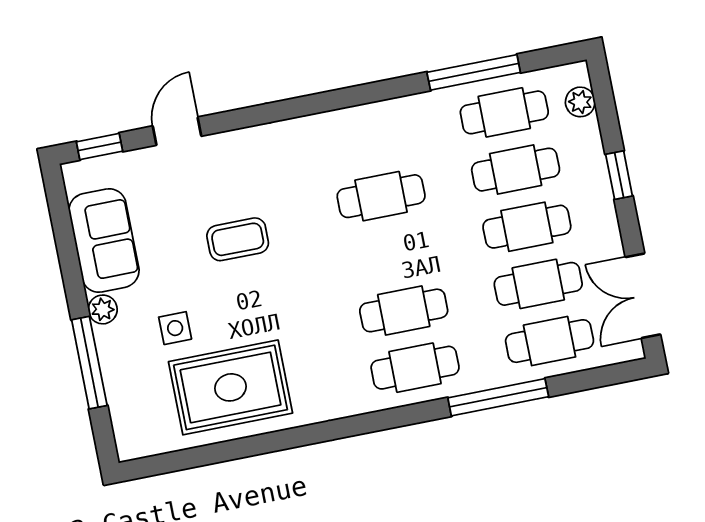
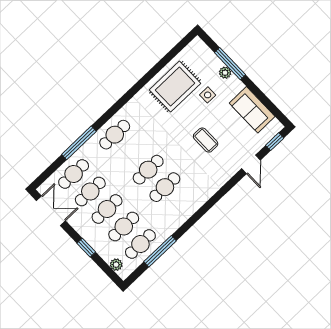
coffee table: (238, 239) -> (206, 140), turned 90
plant: (103, 309) -> (225, 73), moved
cafe table: (404, 310) -> (148, 170), moved

